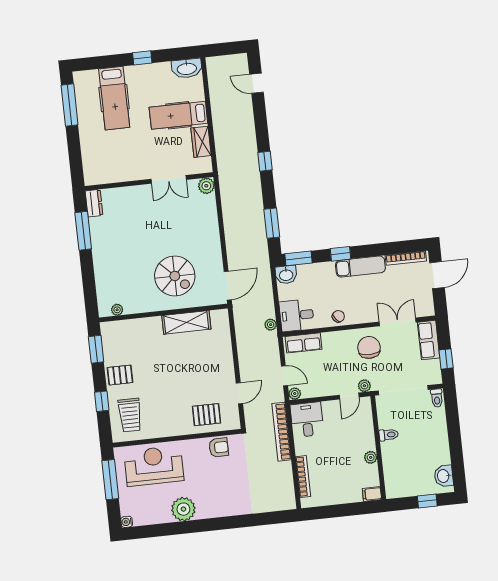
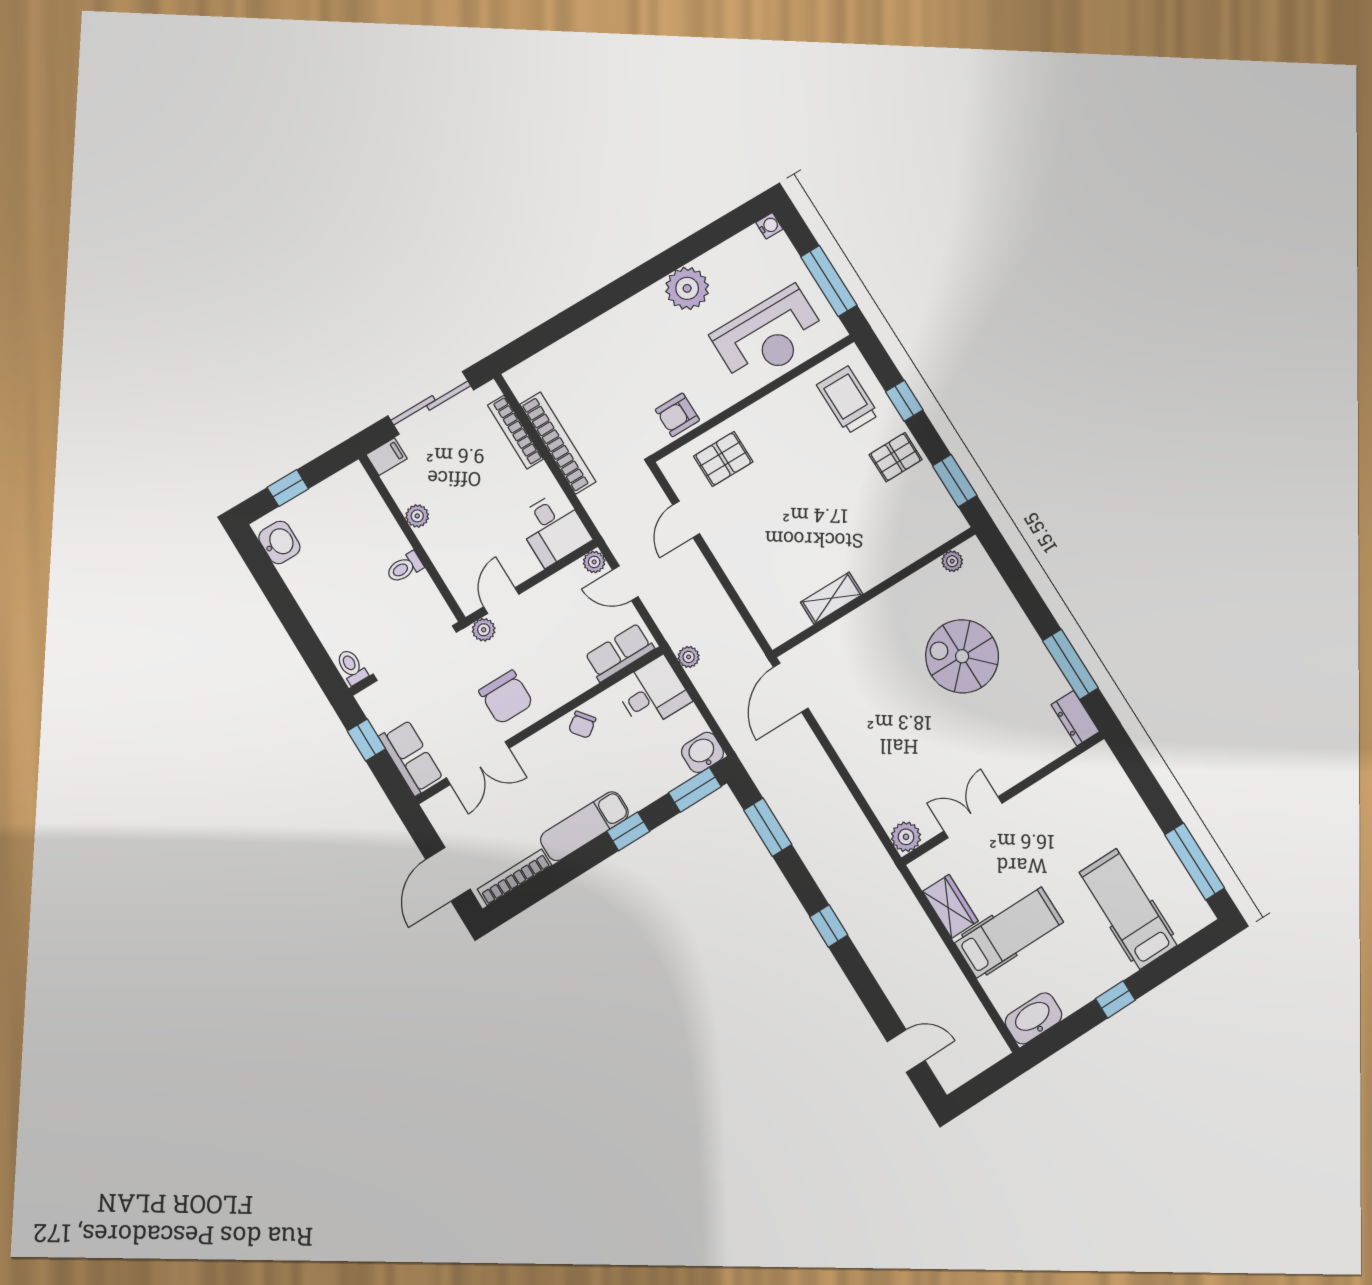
spiral stairs: (175, 276) -> (962, 656), moved
shelving: (186, 322) -> (832, 598), width x0.67, depth x0.75
bookcase: (281, 432) -> (558, 443), moved
sliding door: (338, 511) -> (431, 403), added

